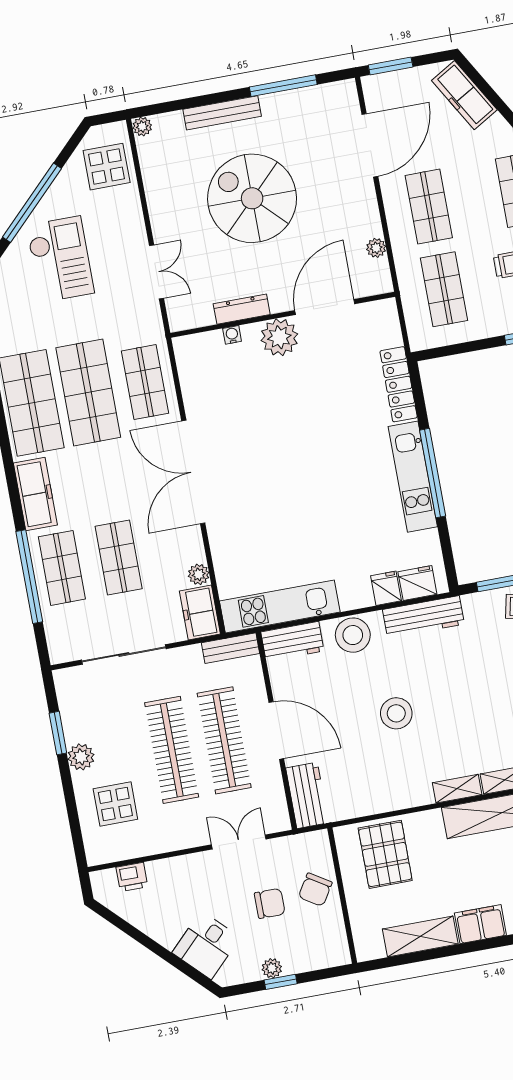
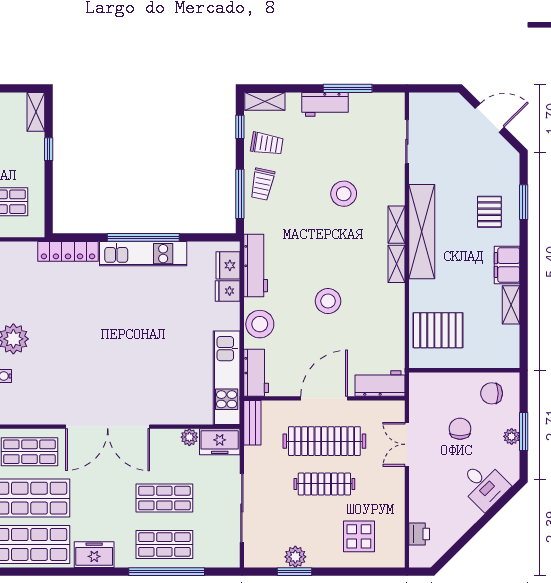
freezer: (35, 494) -> (94, 555), width x0.71
clothes rail: (172, 750) -> (324, 484), width x0.73, depth x0.76
plant: (81, 757) -> (295, 557), moved
chair: (315, 890) -> (492, 393), moved, turned 148
shelving: (420, 937) -> (511, 305), width x0.67, depth x0.75
window: (281, 982) -> (524, 431), width x1.50

